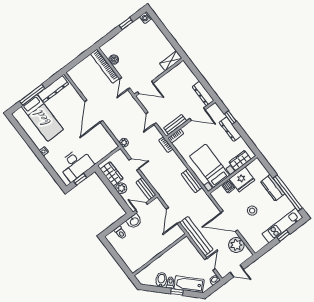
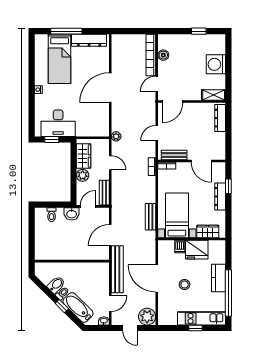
washing machine: (146, 18) -> (216, 64), moved, width x1.89, depth x1.89
door: (145, 87) -> (173, 102), hinge flipped
dresser: (203, 94) -> (220, 118), moved
door: (142, 207) -> (88, 206), hinge flipped
plant: (236, 245) -> (147, 317), moved

